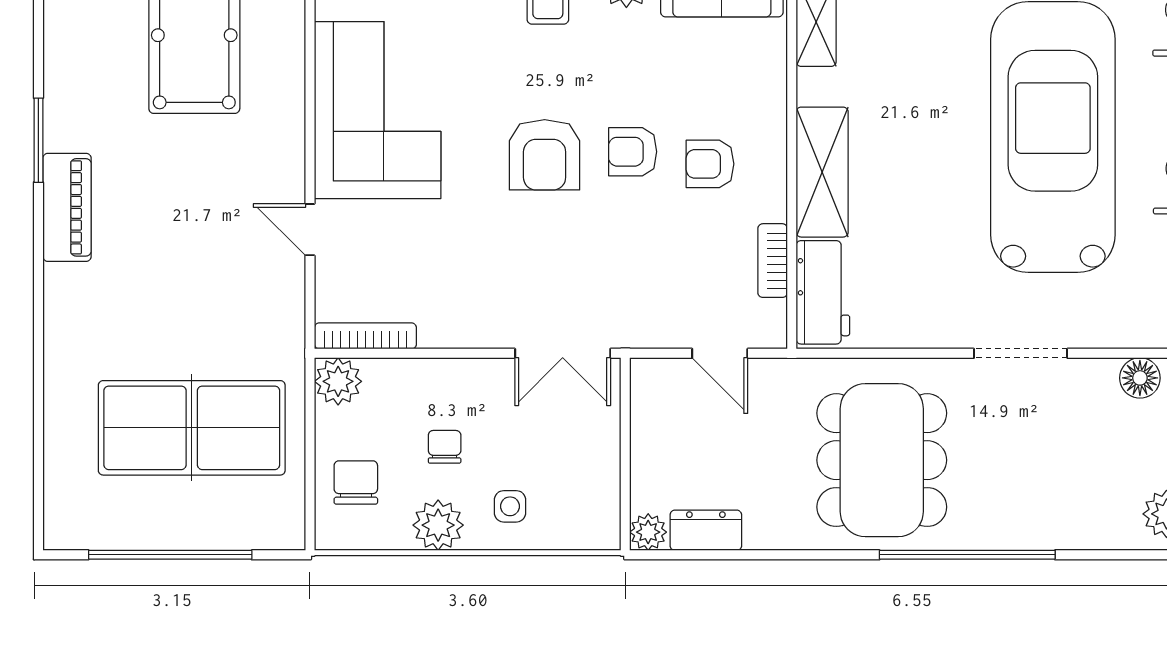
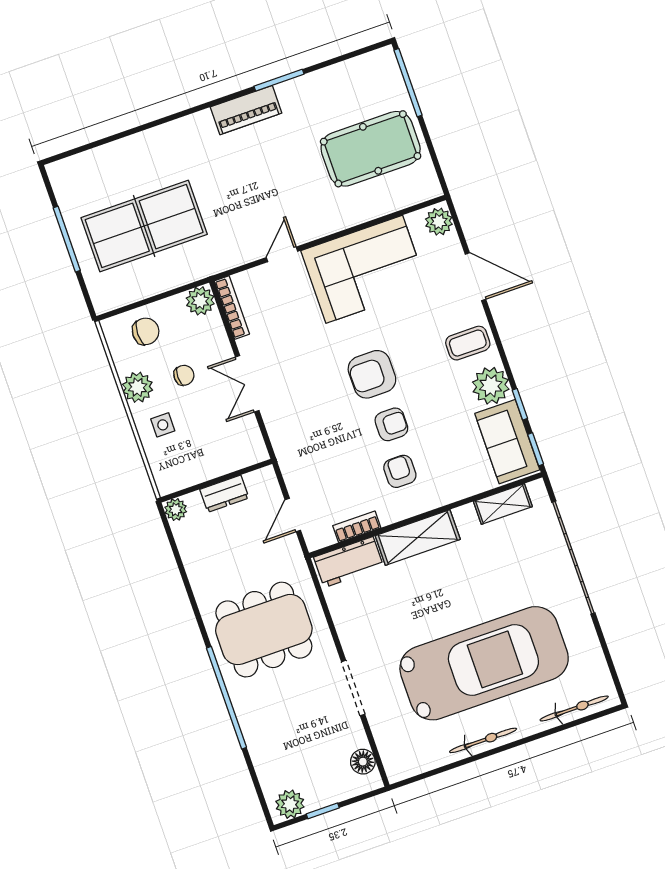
armchair: (633, 152) -> (391, 424), turned 90
double door: (563, 353) -> (247, 384), moved
table tennis table: (192, 428) -> (144, 226), turned 90
dresser: (706, 530) -> (224, 494), moved, turned 90
window: (170, 555) -> (67, 239), width x0.68

